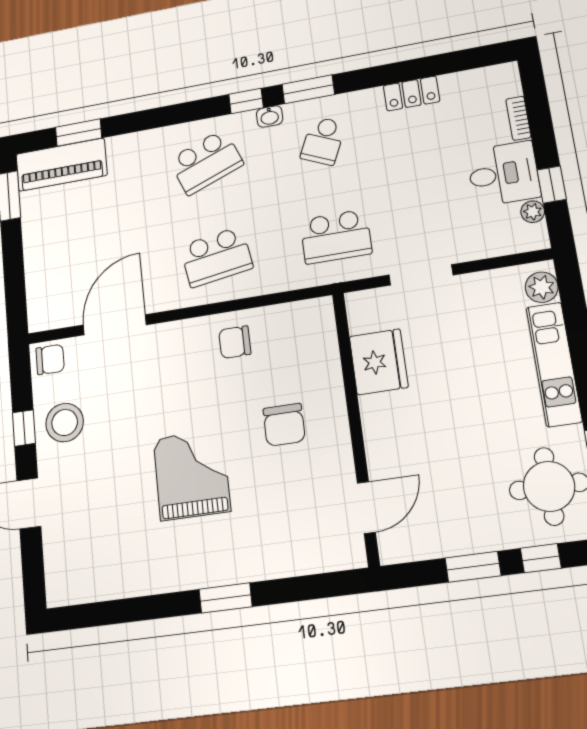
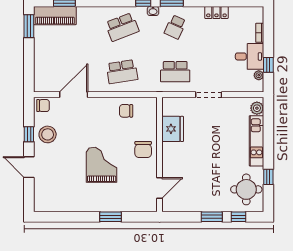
fridge: (379, 362) -> (173, 129), moved
wall: (356, 427) -> (160, 155), moved
door: (366, 507) -> (160, 188), moved

